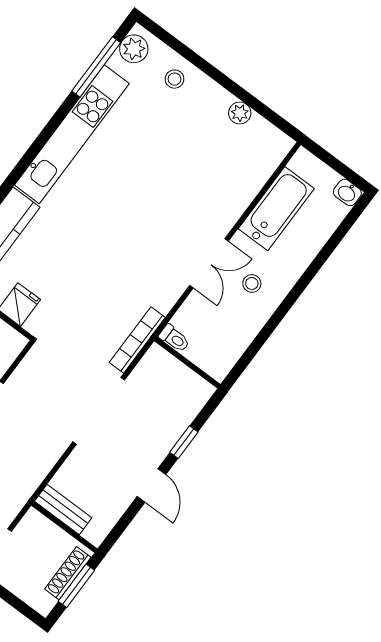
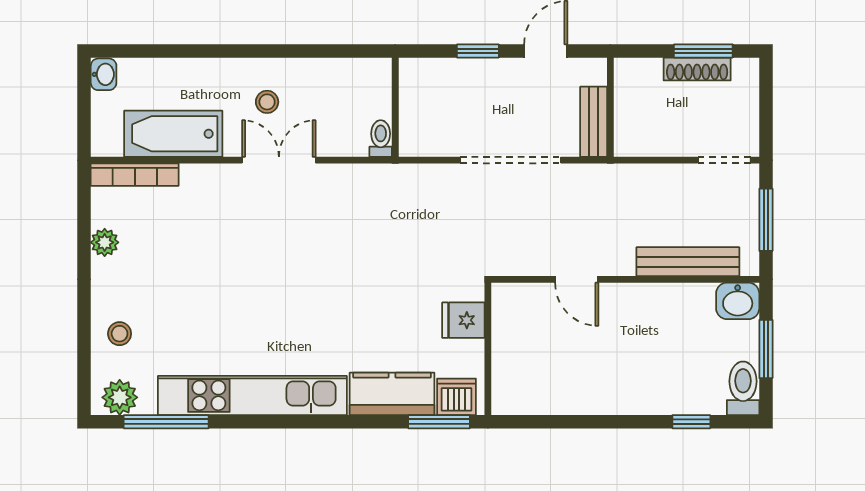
bookcase: (137, 340) -> (135, 175), moved
bench: (63, 510) -> (594, 122), moved
wall: (64, 527) -> (610, 107), moved

